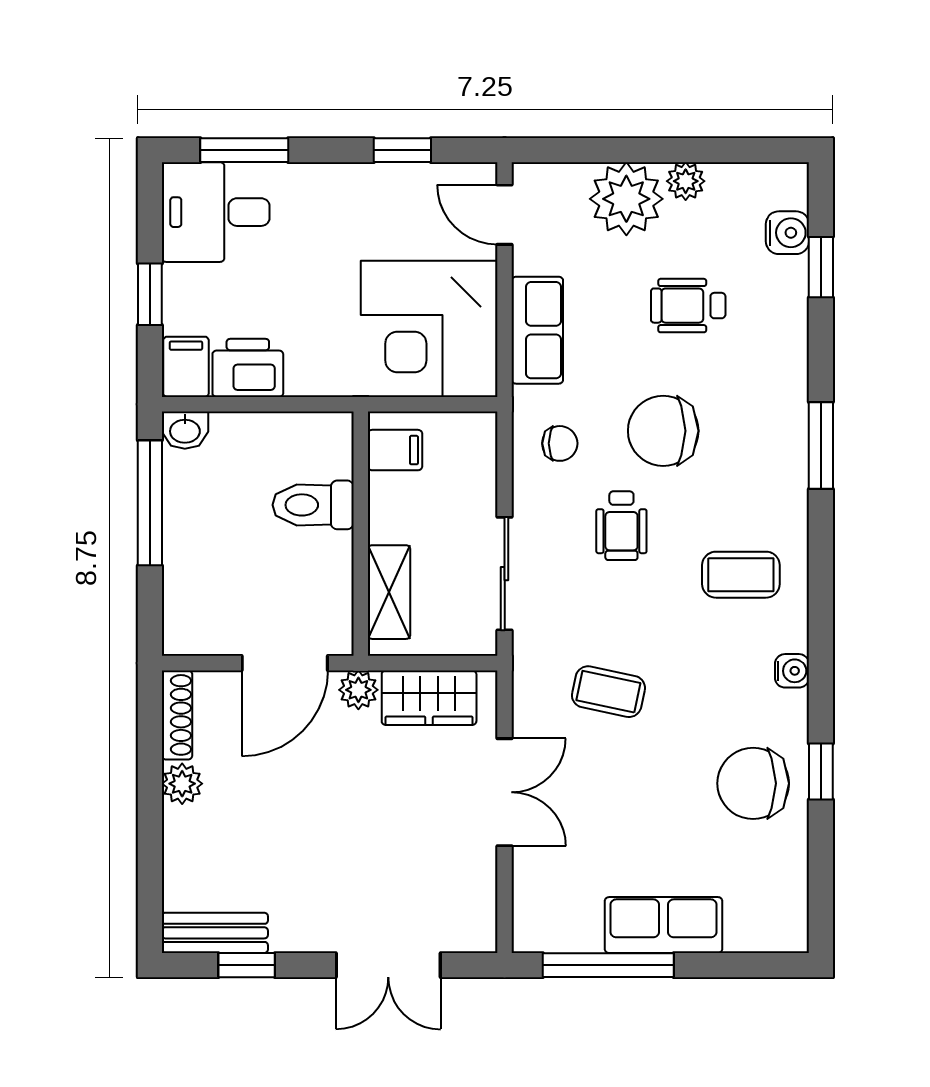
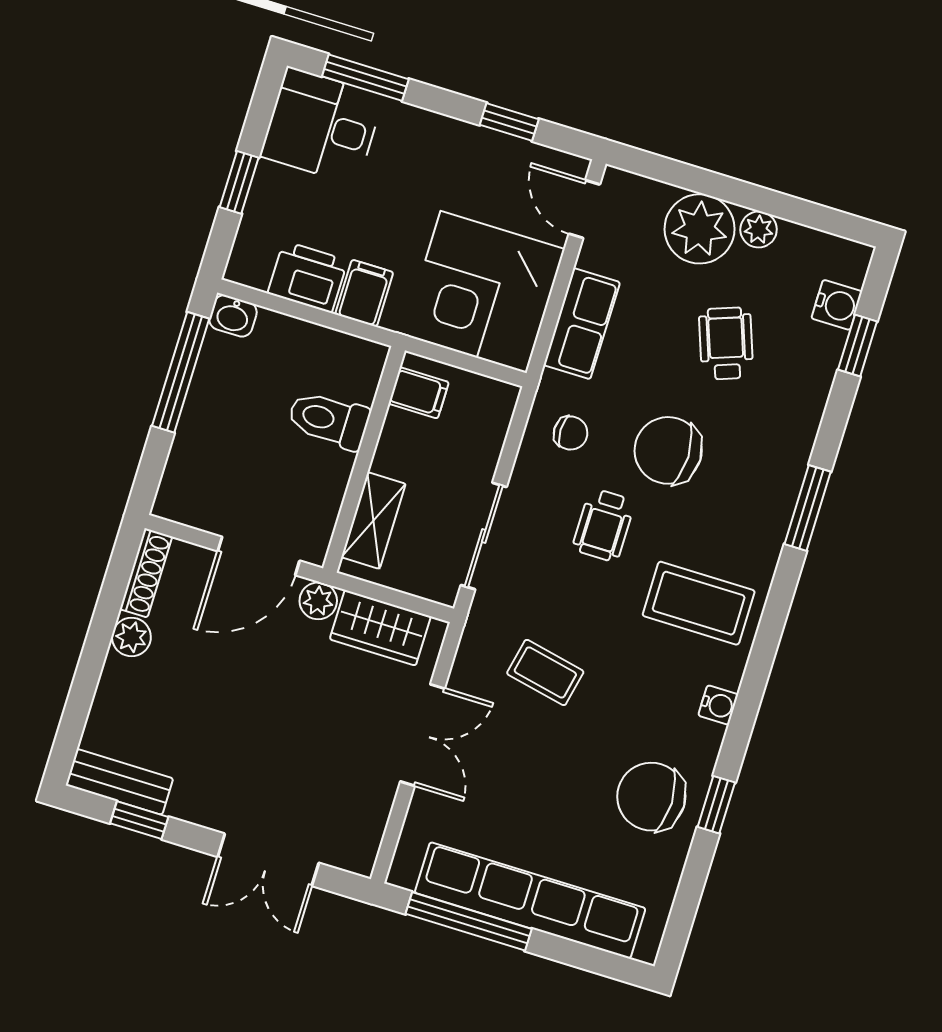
wheelchair: (688, 306) -> (726, 343), turned 70
filing cabinet: (186, 367) -> (364, 293), moved
coffee table: (741, 575) -> (699, 603), width x1.36, depth x1.30
row of seats: (664, 925) -> (530, 900), width x2.02

